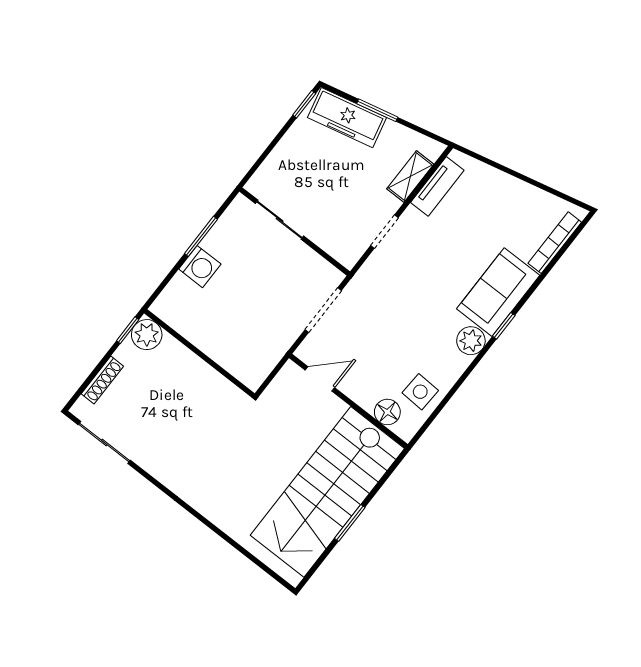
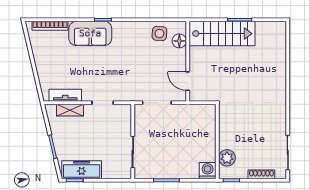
freezer: (347, 118) -> (82, 170), moved, turned -77
washing machine: (200, 267) -> (208, 171), moved
plant: (147, 335) -> (227, 158), moved
plant: (471, 341) -> (120, 29), removed
stairs: (327, 492) -> (222, 34), width x0.73, depth x0.66

